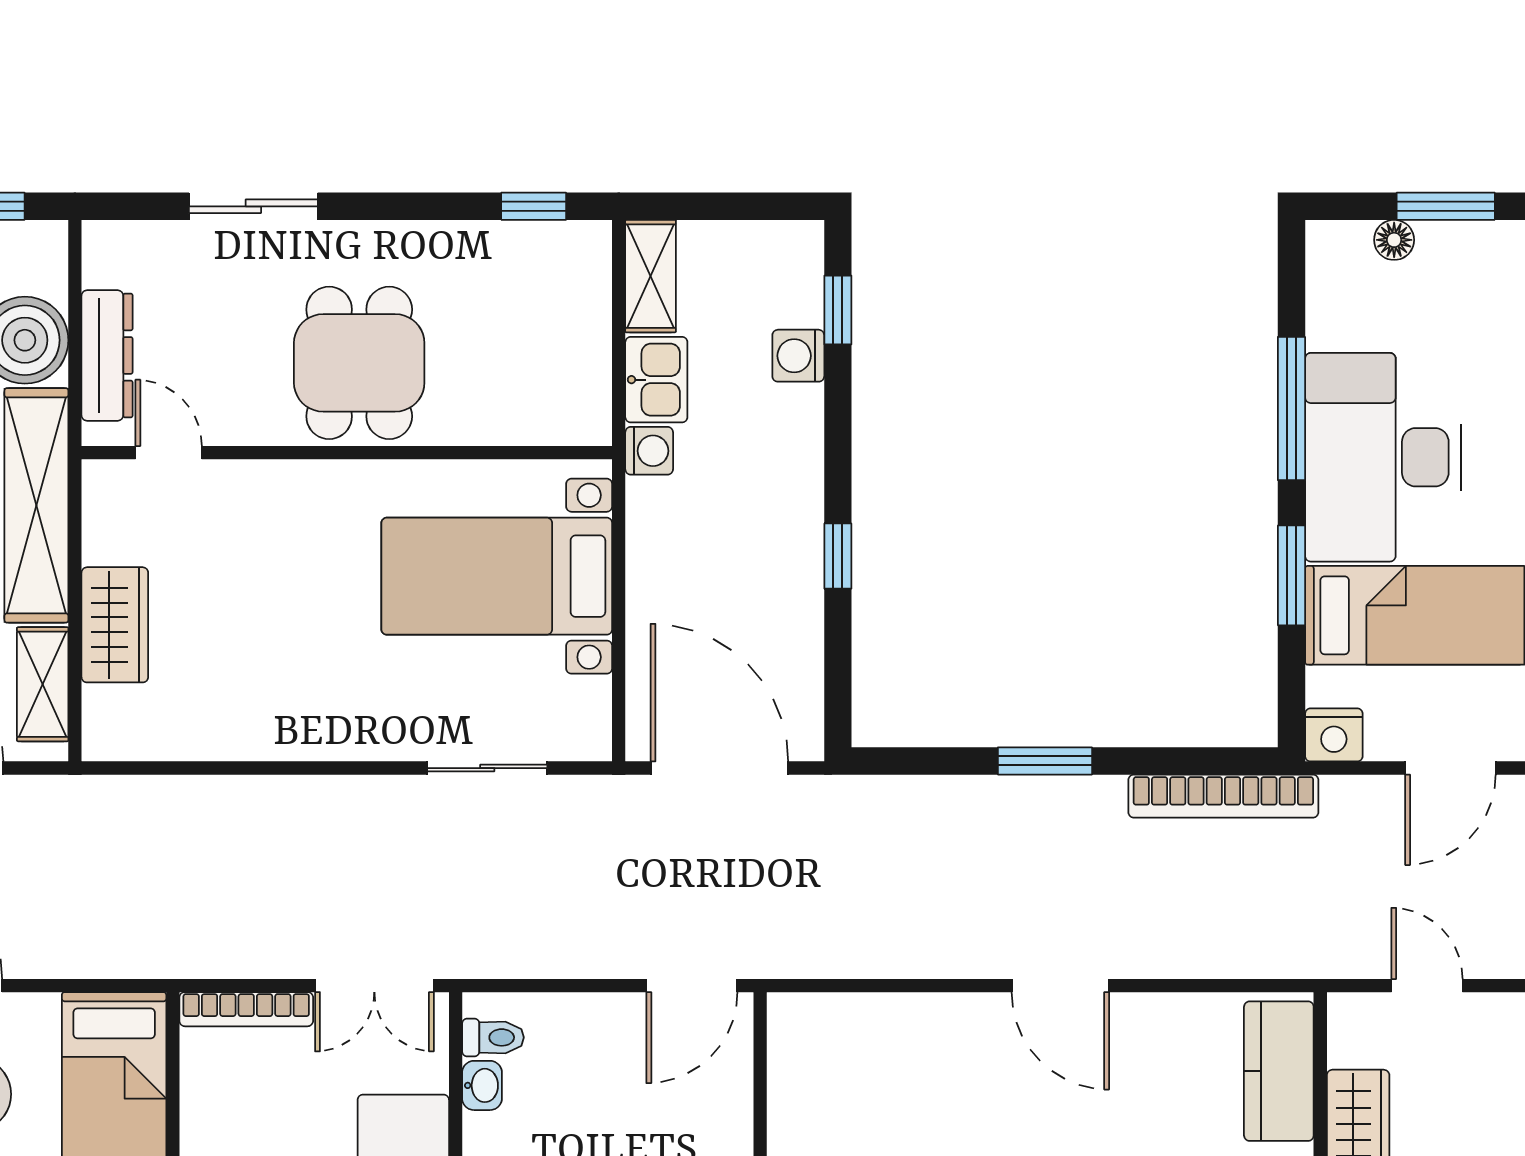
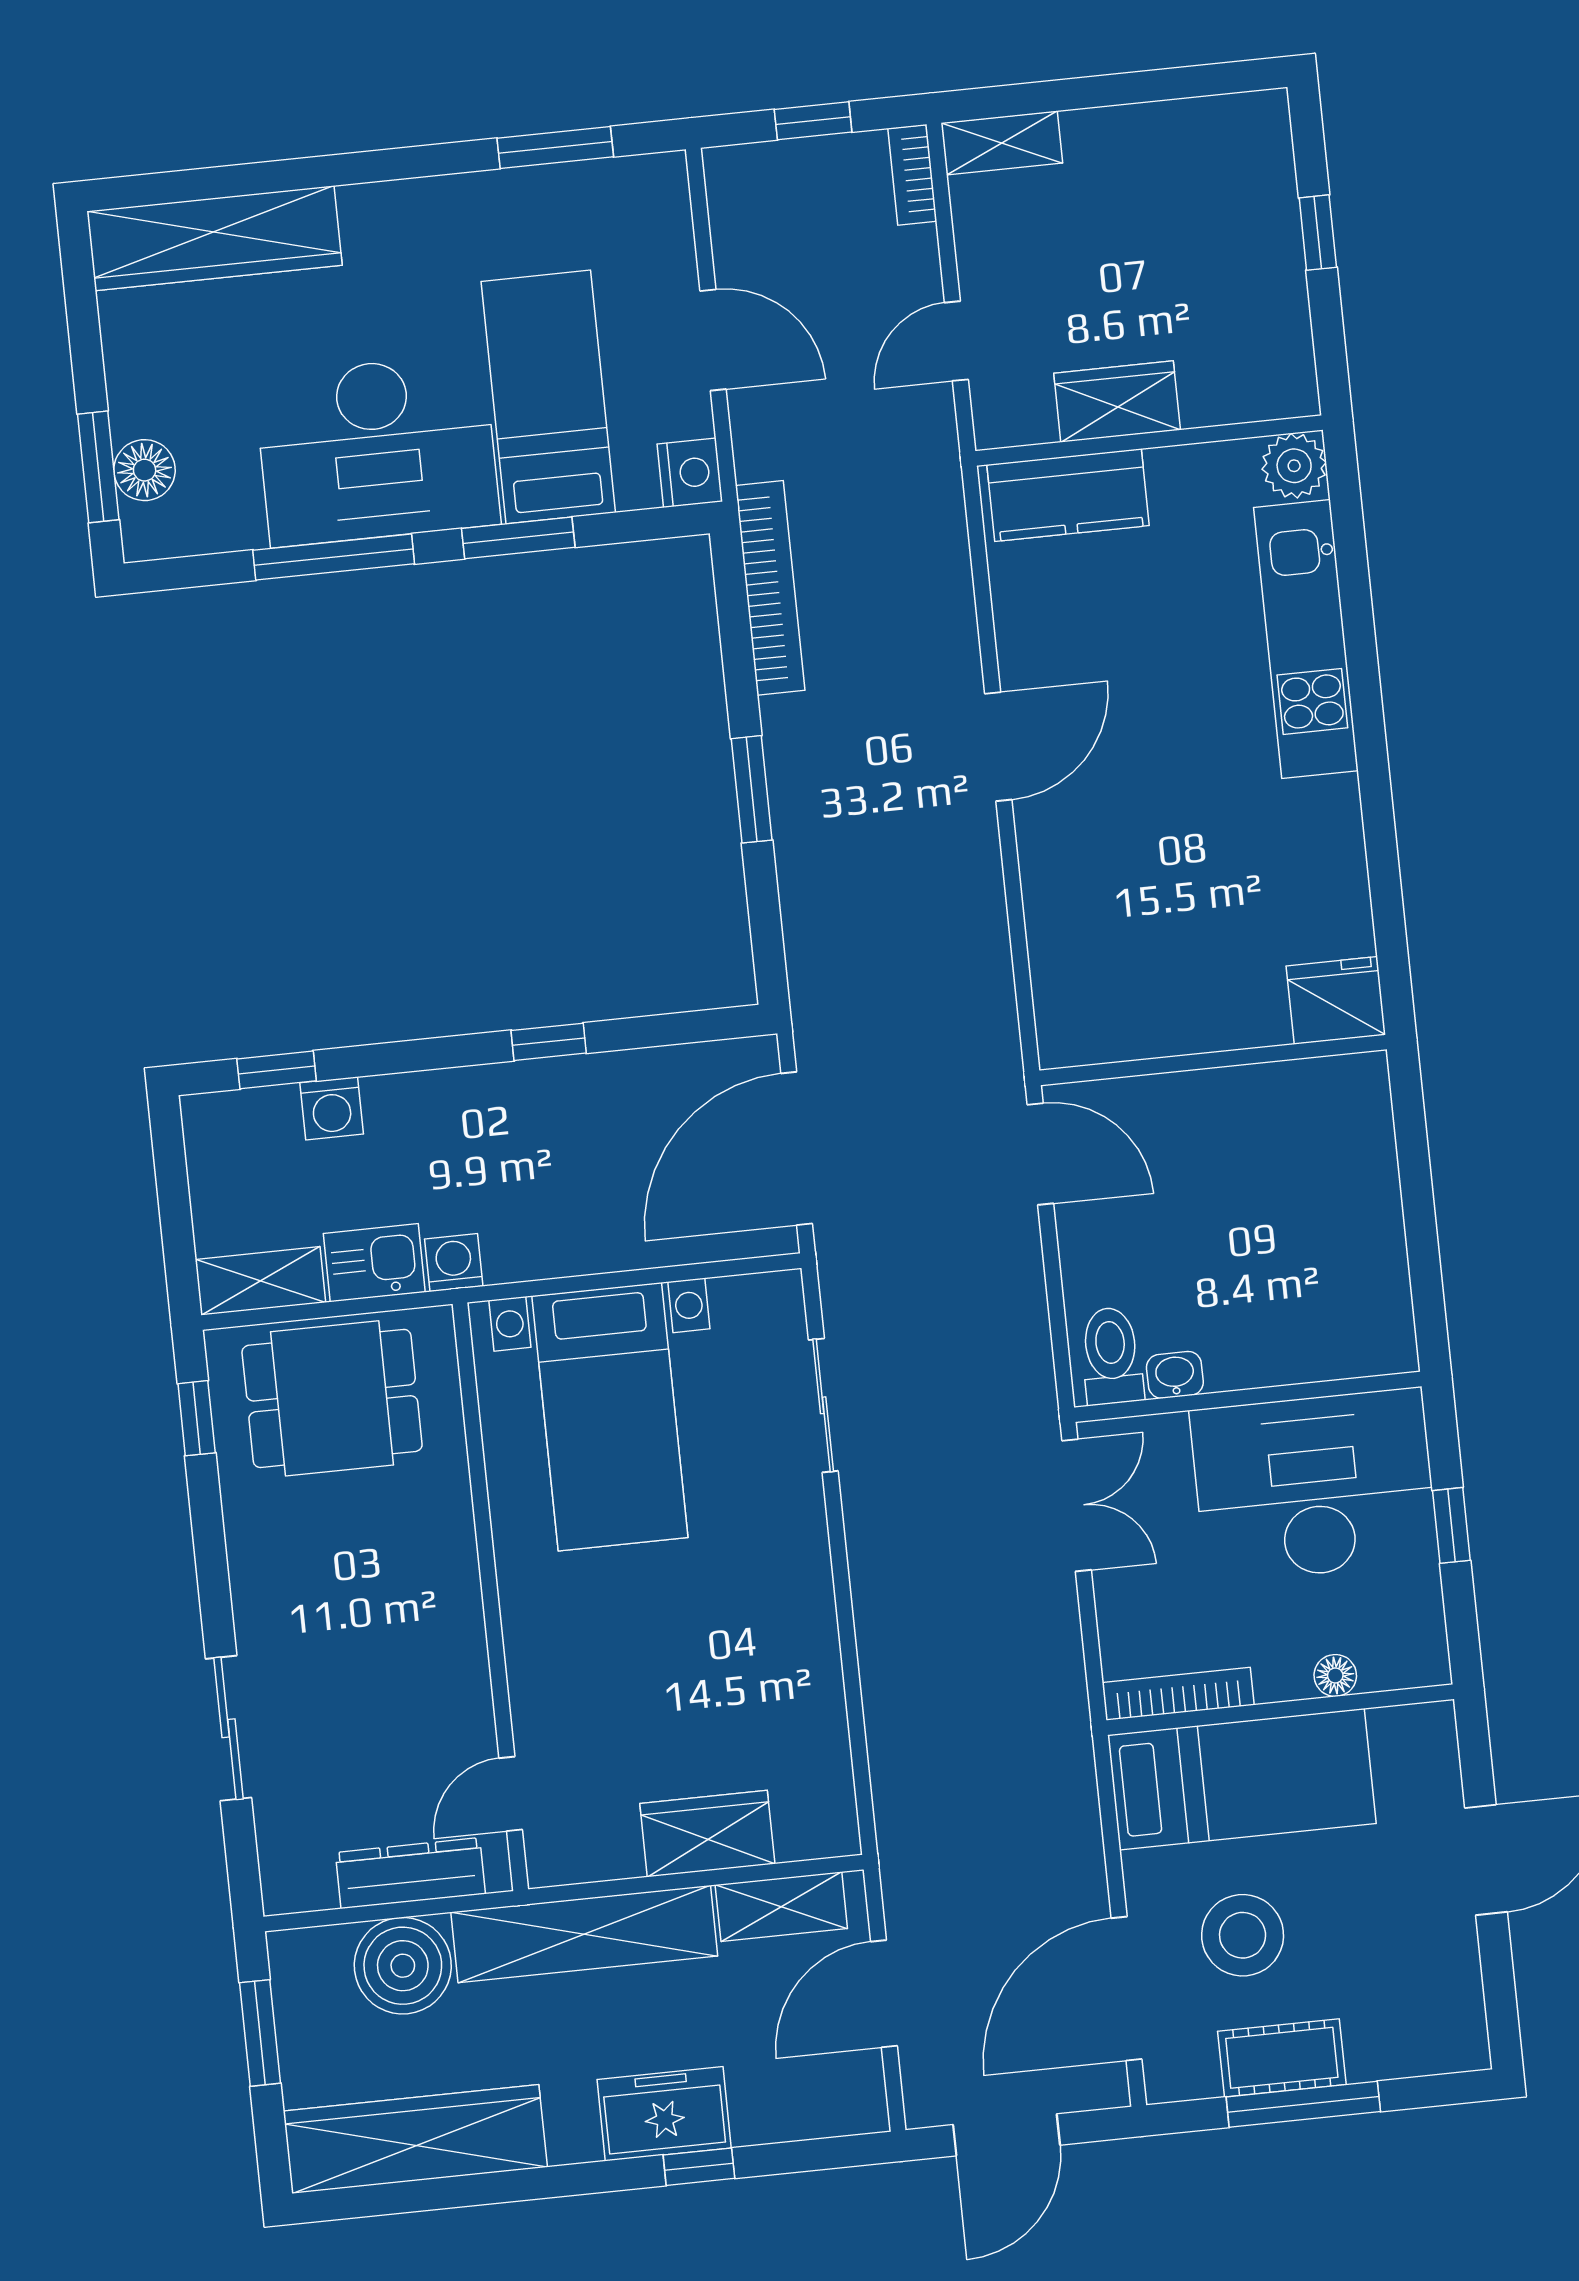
window: (1446, 206) -> (98, 467), moved
floor lamp: (1394, 240) -> (145, 470), width x1.37, depth x1.37
dining table: (359, 363) -> (332, 1398), moved
bookcase: (246, 1009) -> (1178, 1694), moved, turned -90
toilet: (493, 1037) -> (1111, 1356), width x1.37, depth x1.39

